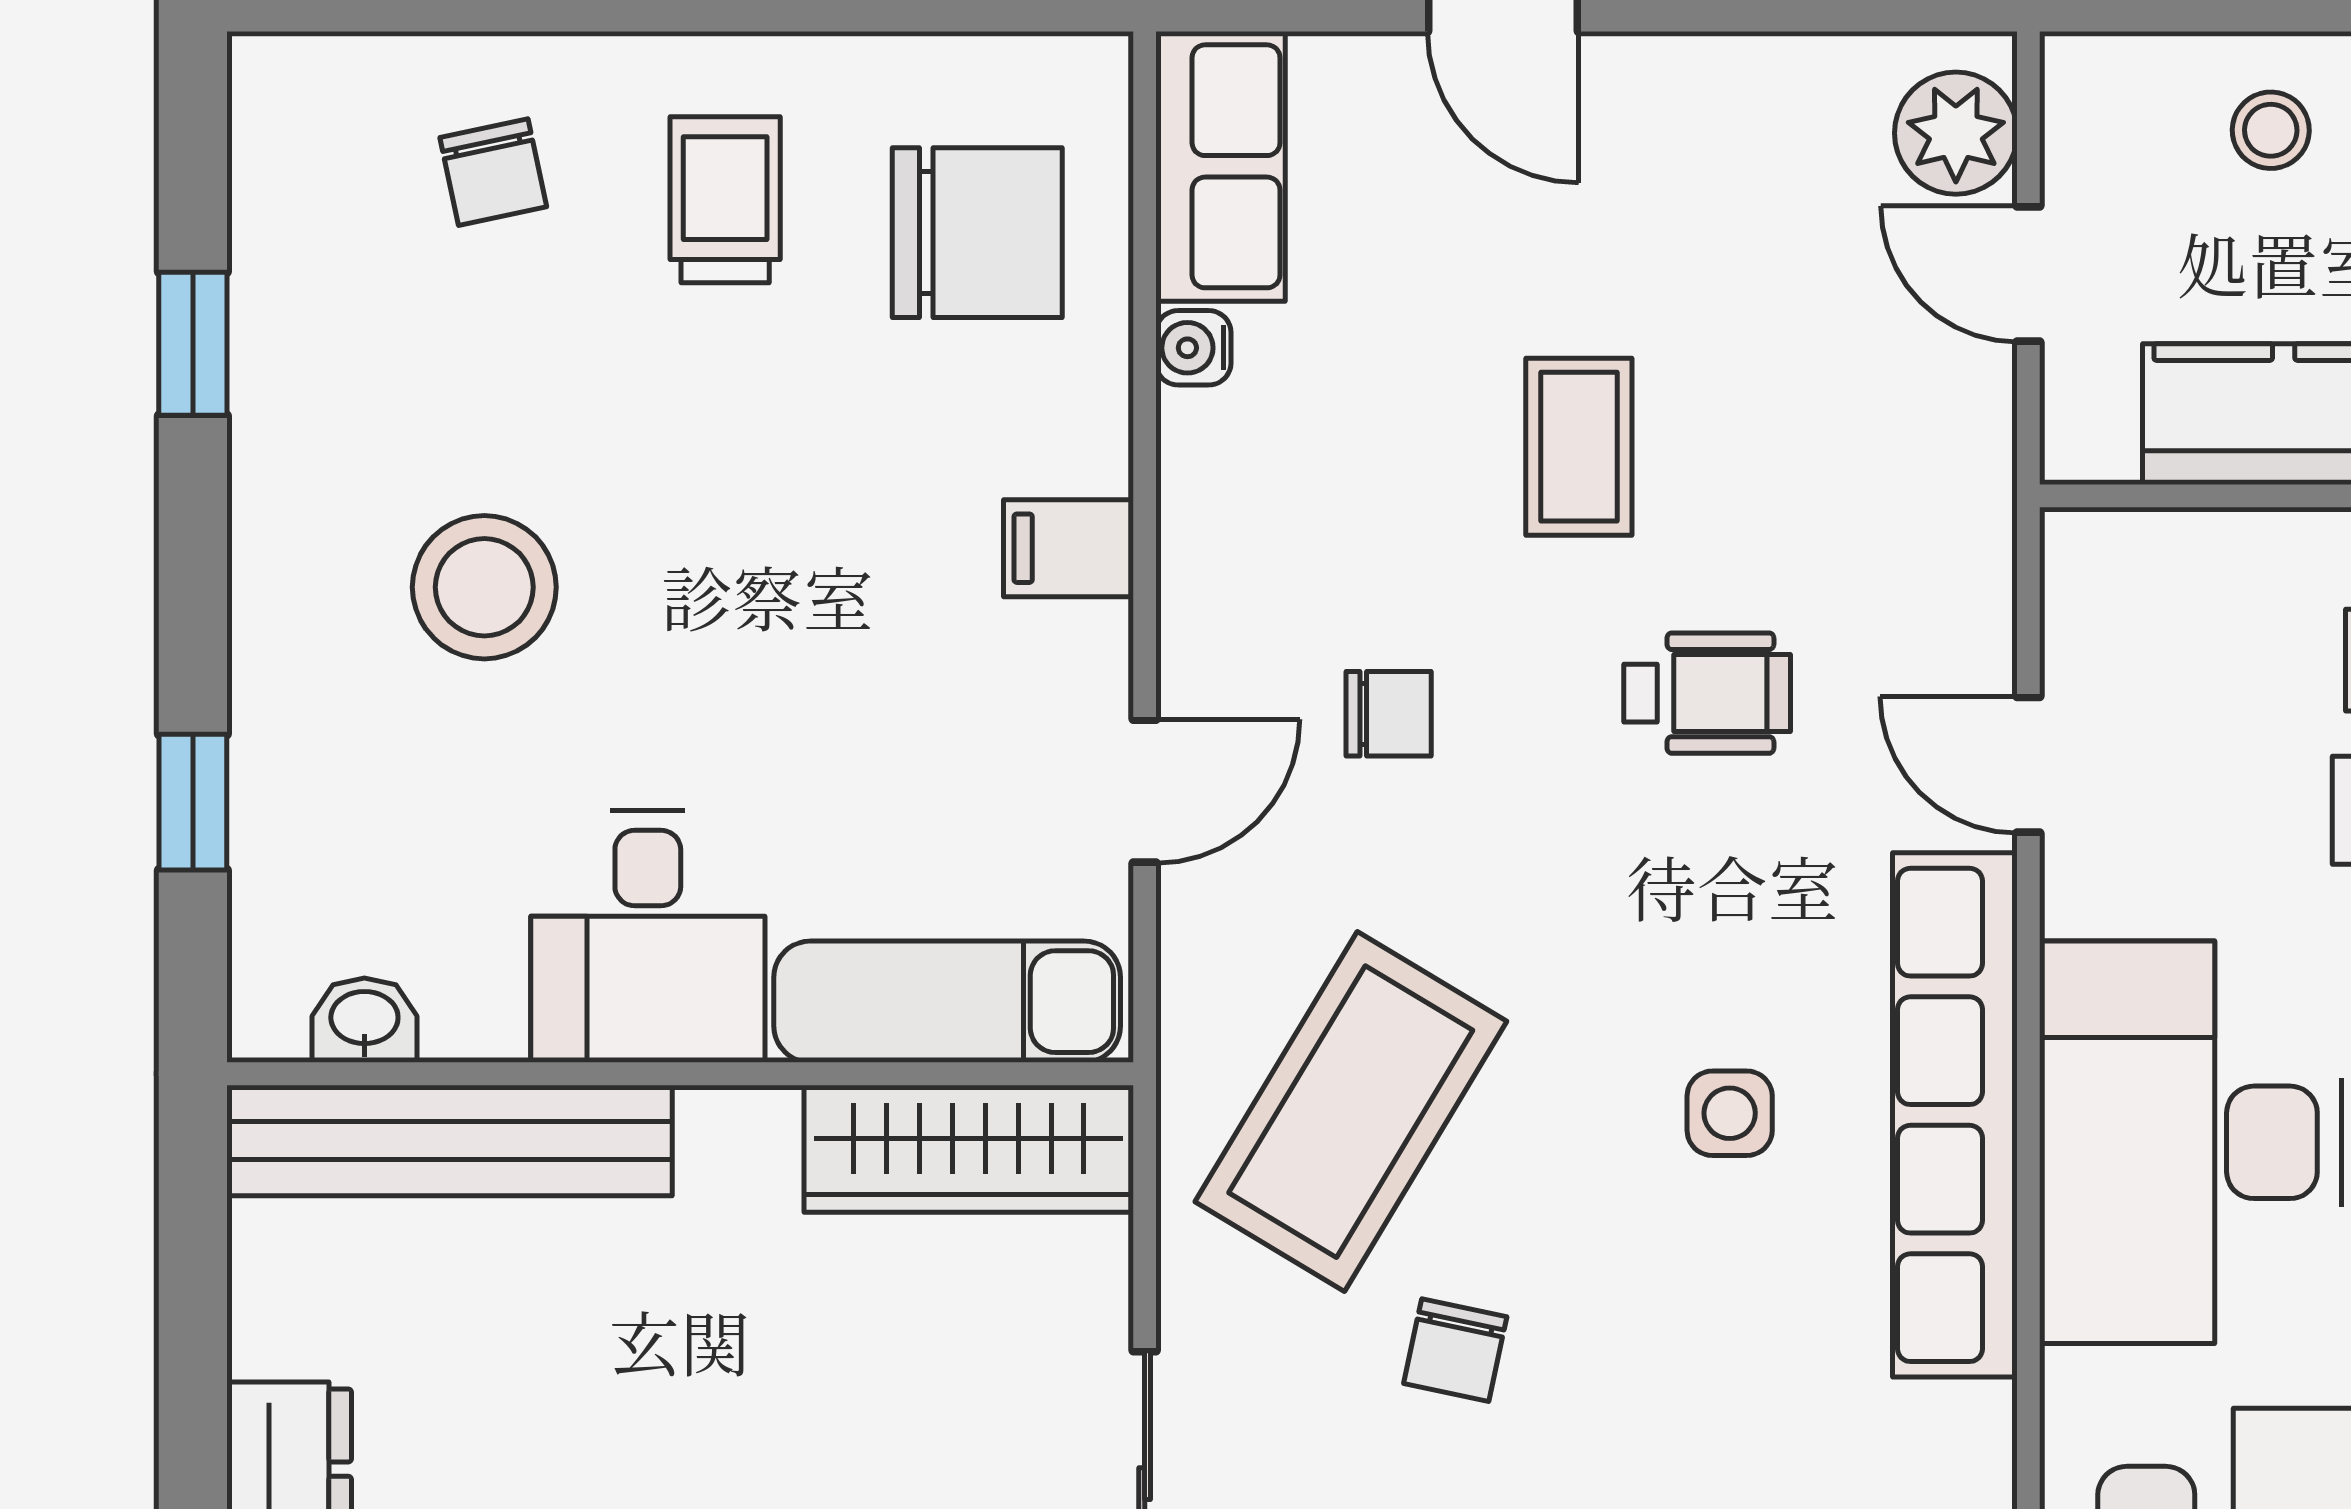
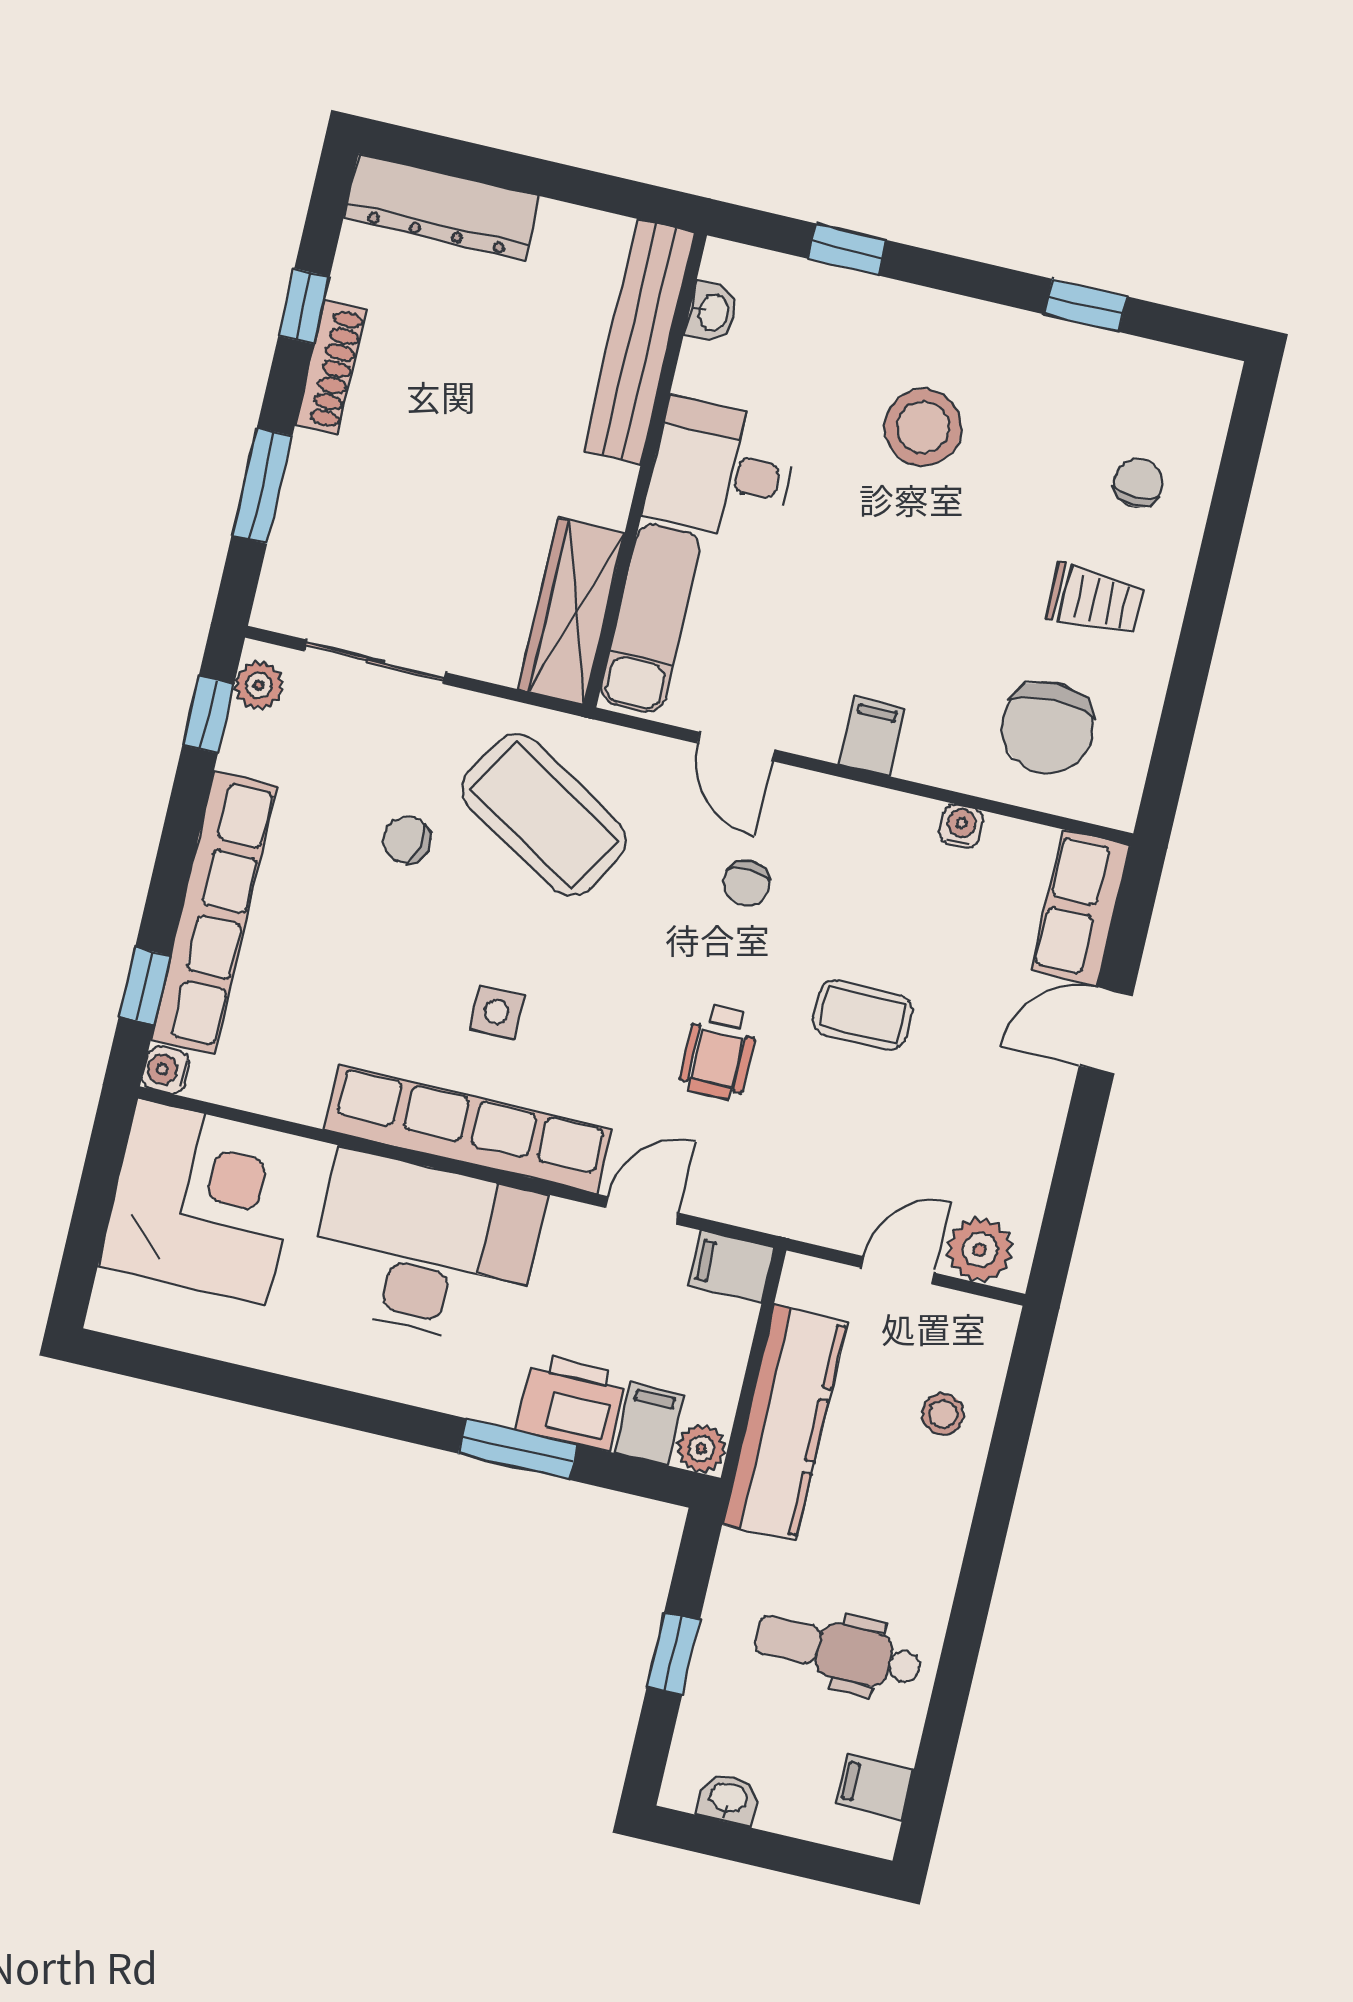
row of seats: (1221, 166) -> (1081, 908), moved, turned 90
chair: (493, 172) -> (1138, 483), turned 102
filing cabinet: (2093, 578) -> (731, 1267), added

